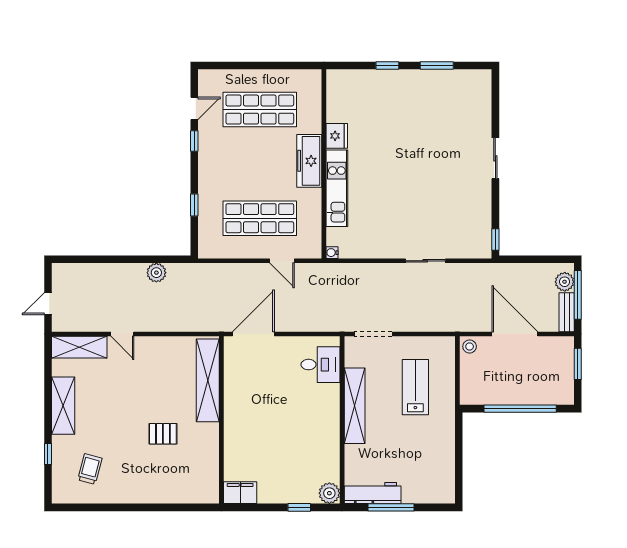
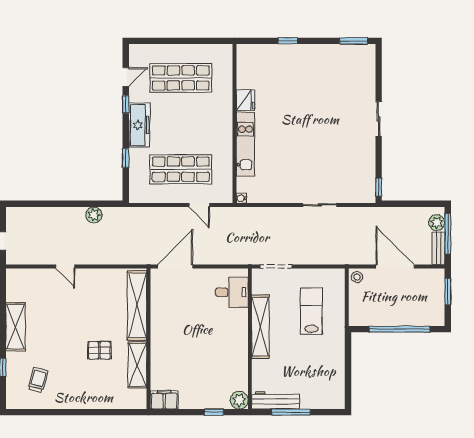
window: (437, 65) -> (354, 41), moved
freezer: (309, 161) -> (139, 125), moved, turned 180
shelving: (79, 347) -> (137, 365), moved, turned 90

